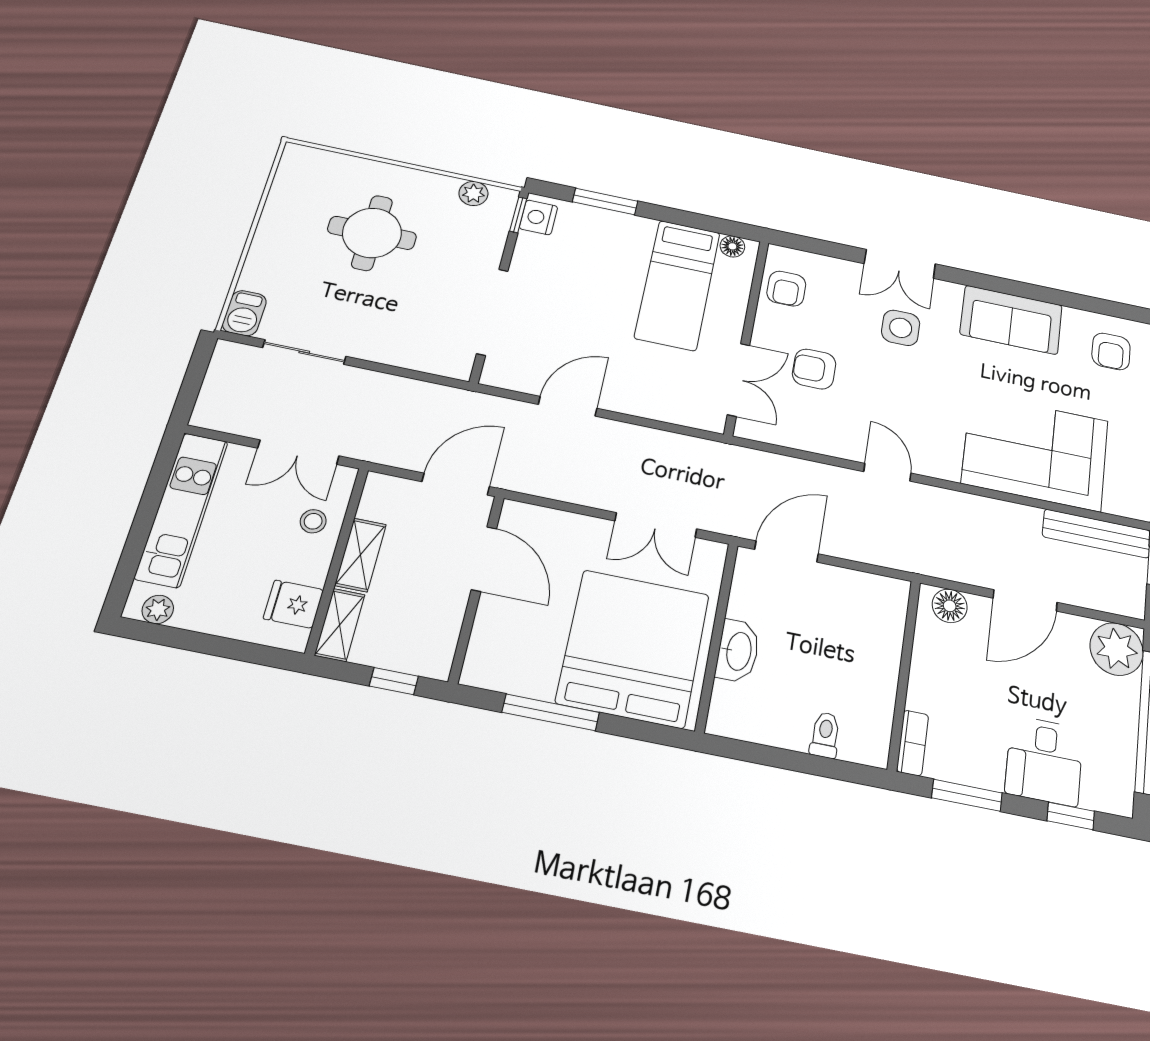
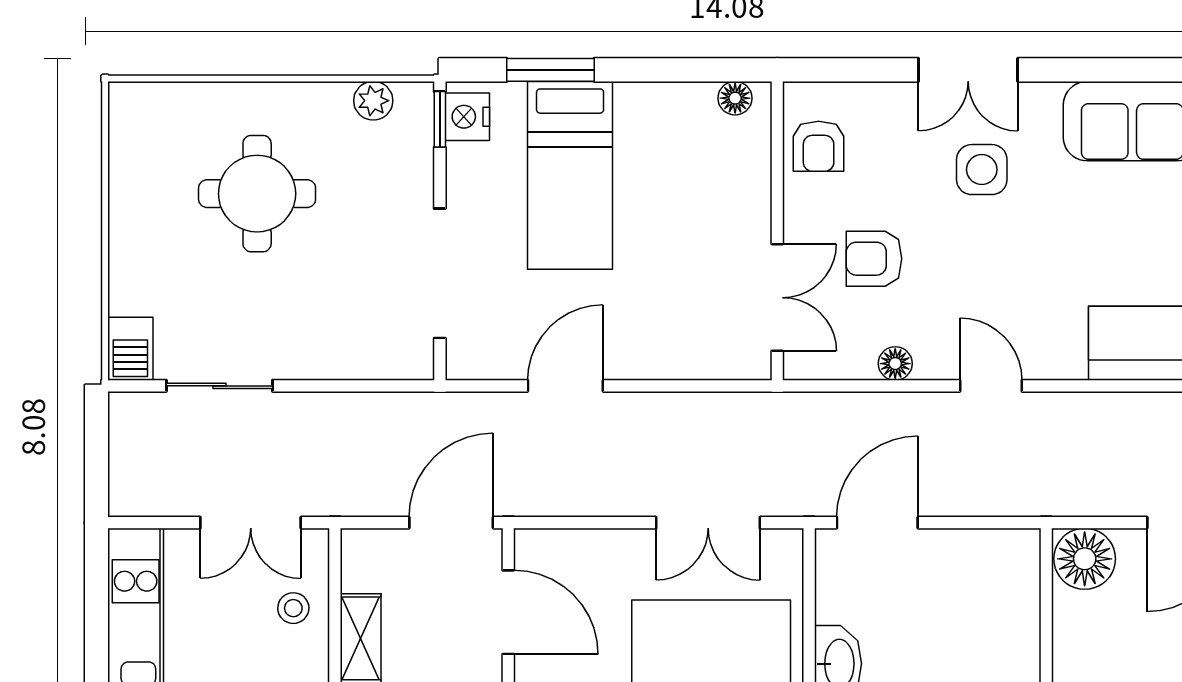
bed: (678, 285) -> (570, 175), moved
floor lamp: (818, 442) -> (895, 364), added
floor lamp: (950, 606) -> (1085, 559), width x1.38, depth x1.38

